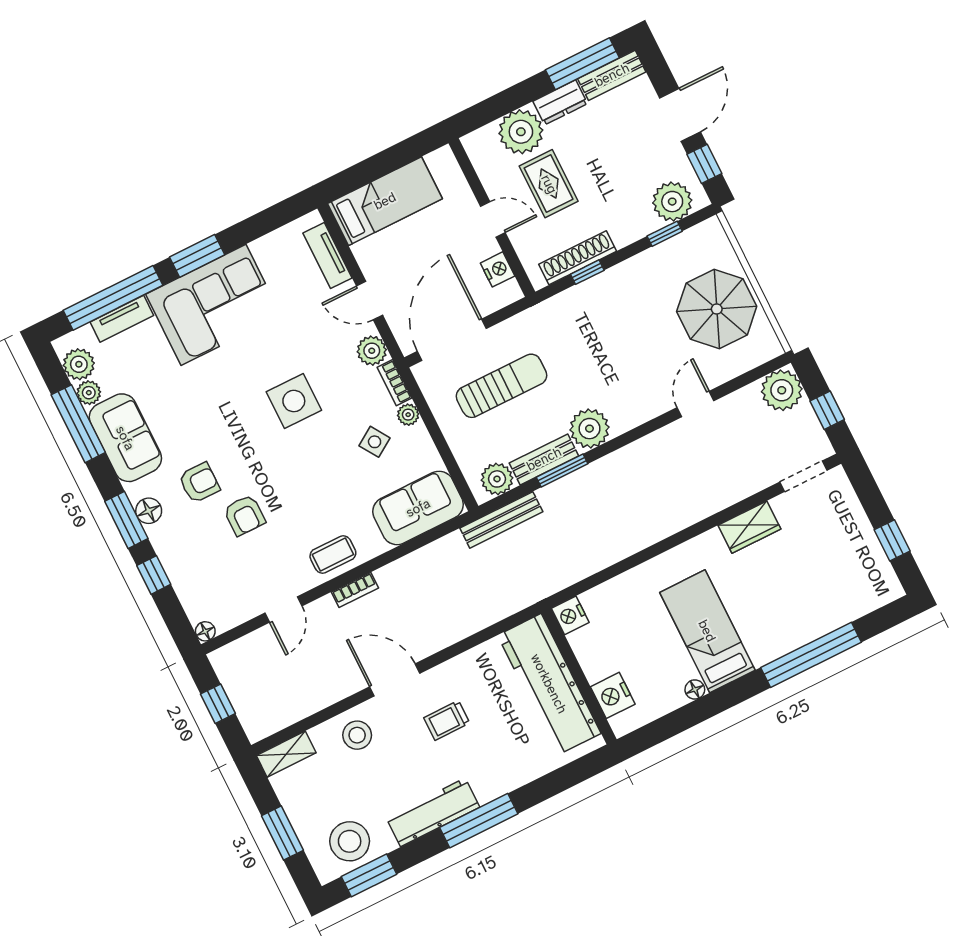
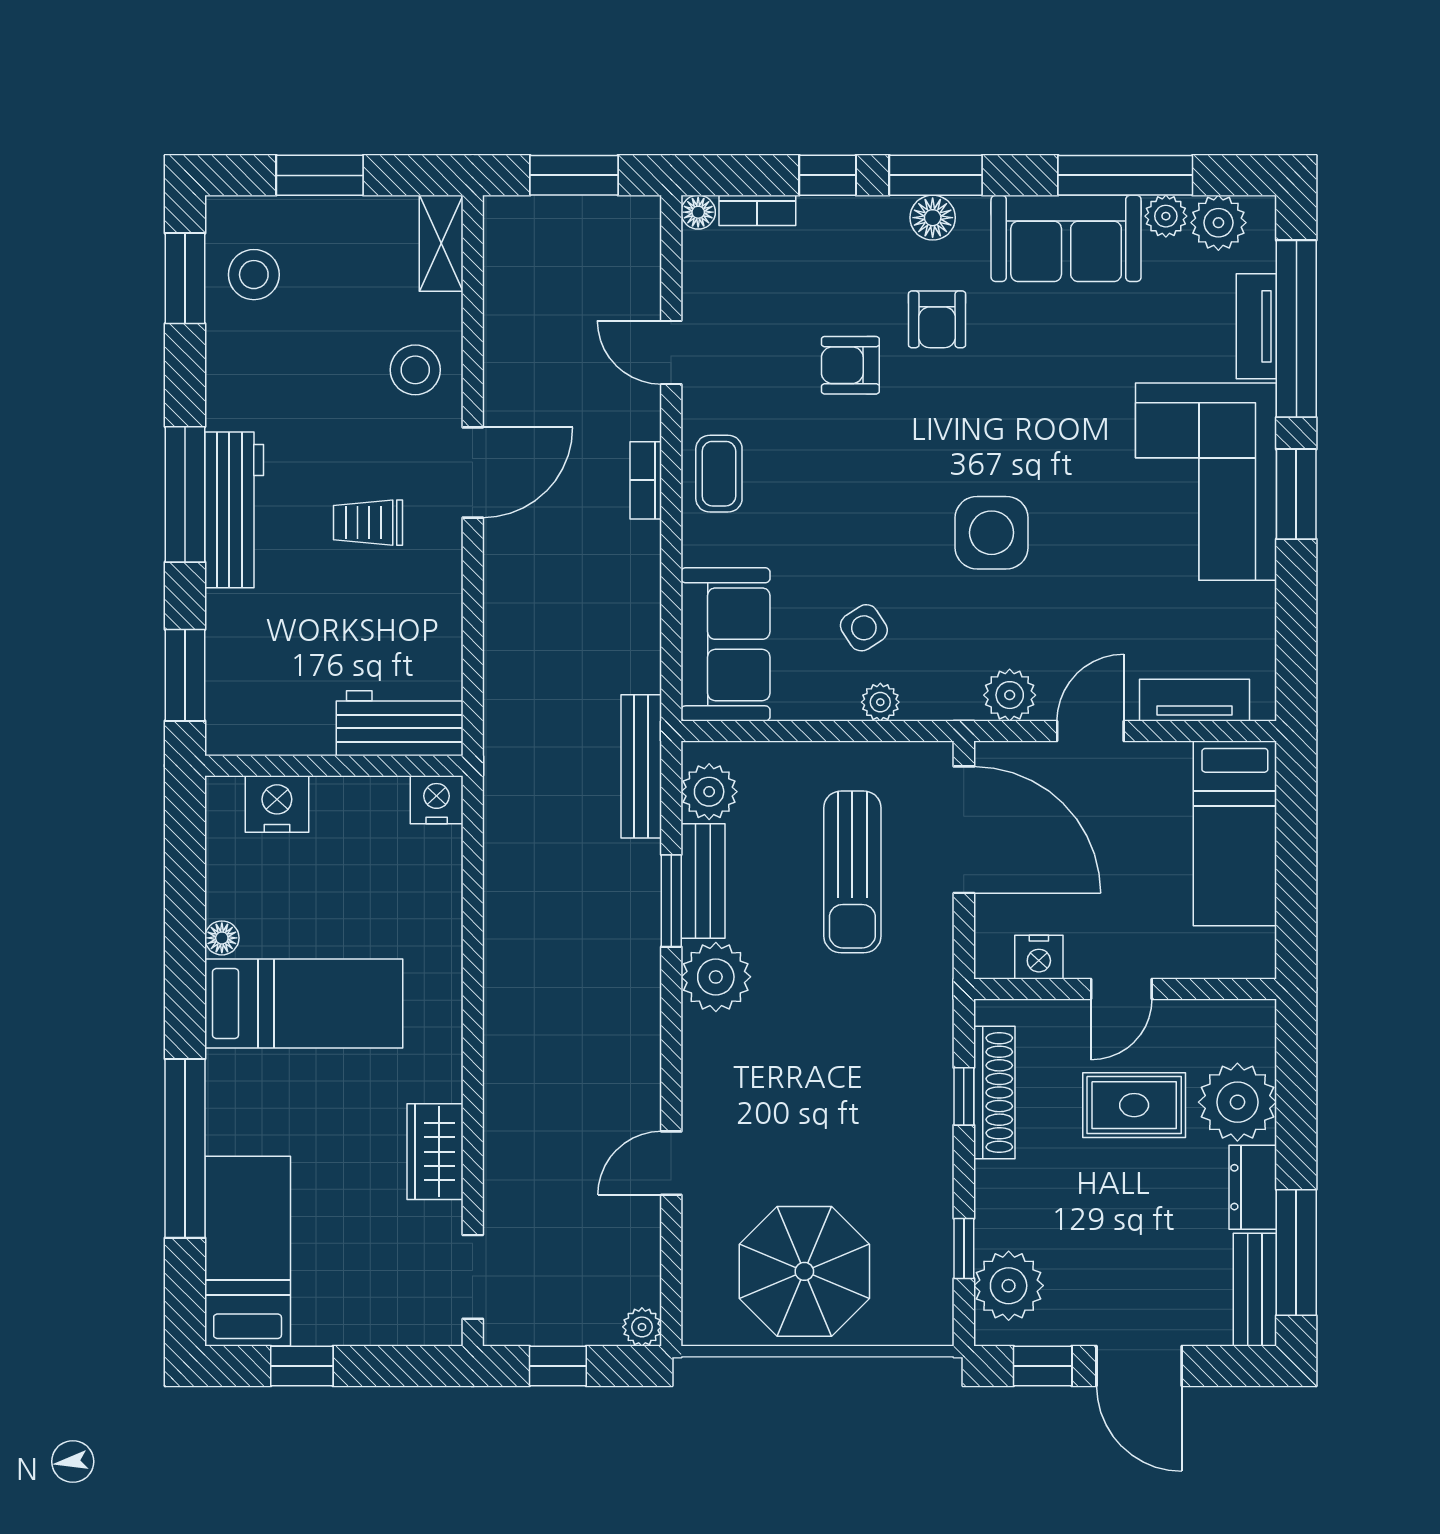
bookcase: (394, 383) -> (757, 210), moved, turned 180
plant: (782, 390) -> (642, 1327), width x0.53, depth x0.53
door: (695, 404) -> (671, 1163), swing flipped
bed: (848, 597) -> (248, 1251), added
workbench: (549, 684) -> (400, 723), width x0.53, depth x0.76
window: (218, 704) -> (574, 175), width x1.50
trolley: (447, 720) -> (368, 523), turned -90
window: (571, 775) -> (185, 675), added
workbench: (433, 812) -> (234, 510), moved
stool: (350, 841) -> (254, 275), width x0.73, depth x0.73

